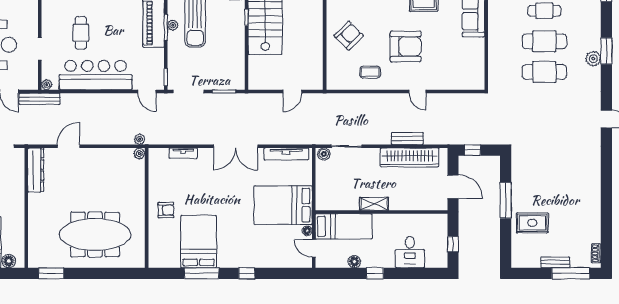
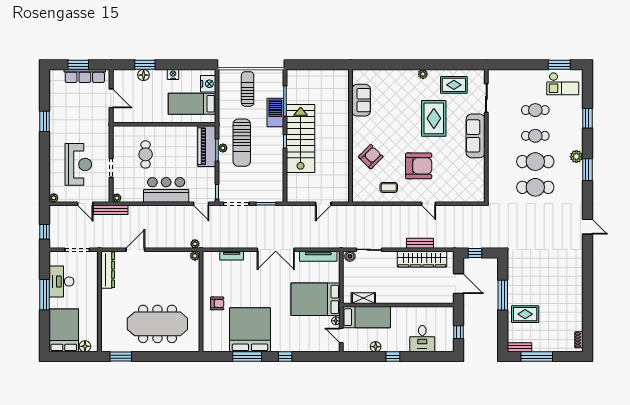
plant: (593, 59) -> (576, 157), moved
bar counter: (96, 75) -> (166, 190), width x0.73
shelving: (374, 204) -> (363, 298), moved
bed: (199, 242) -> (250, 330), width x1.36
bench: (555, 262) -> (519, 347), moved
window: (571, 273) -> (537, 357), moved

